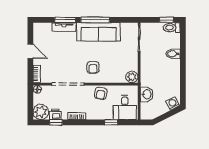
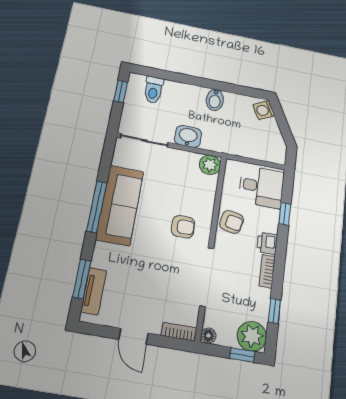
window: (65, 20) -> (82, 279), moved
tv unit: (64, 27) -> (94, 291), moved
toilet: (172, 28) -> (153, 90), moved
door: (30, 51) -> (133, 336), swing flipped
bidet: (173, 54) -> (215, 100), moved
washbasin: (147, 94) -> (188, 136), moved
window: (30, 108) -> (242, 355), added
printer: (55, 114) -> (267, 243), moved

